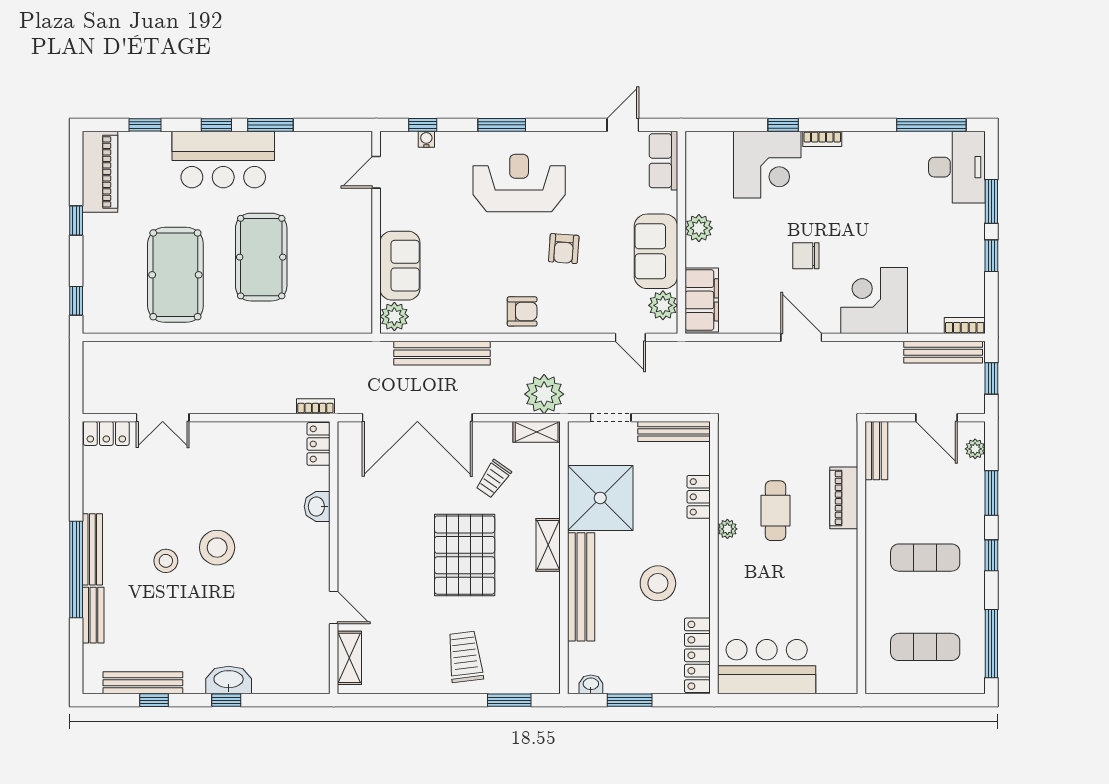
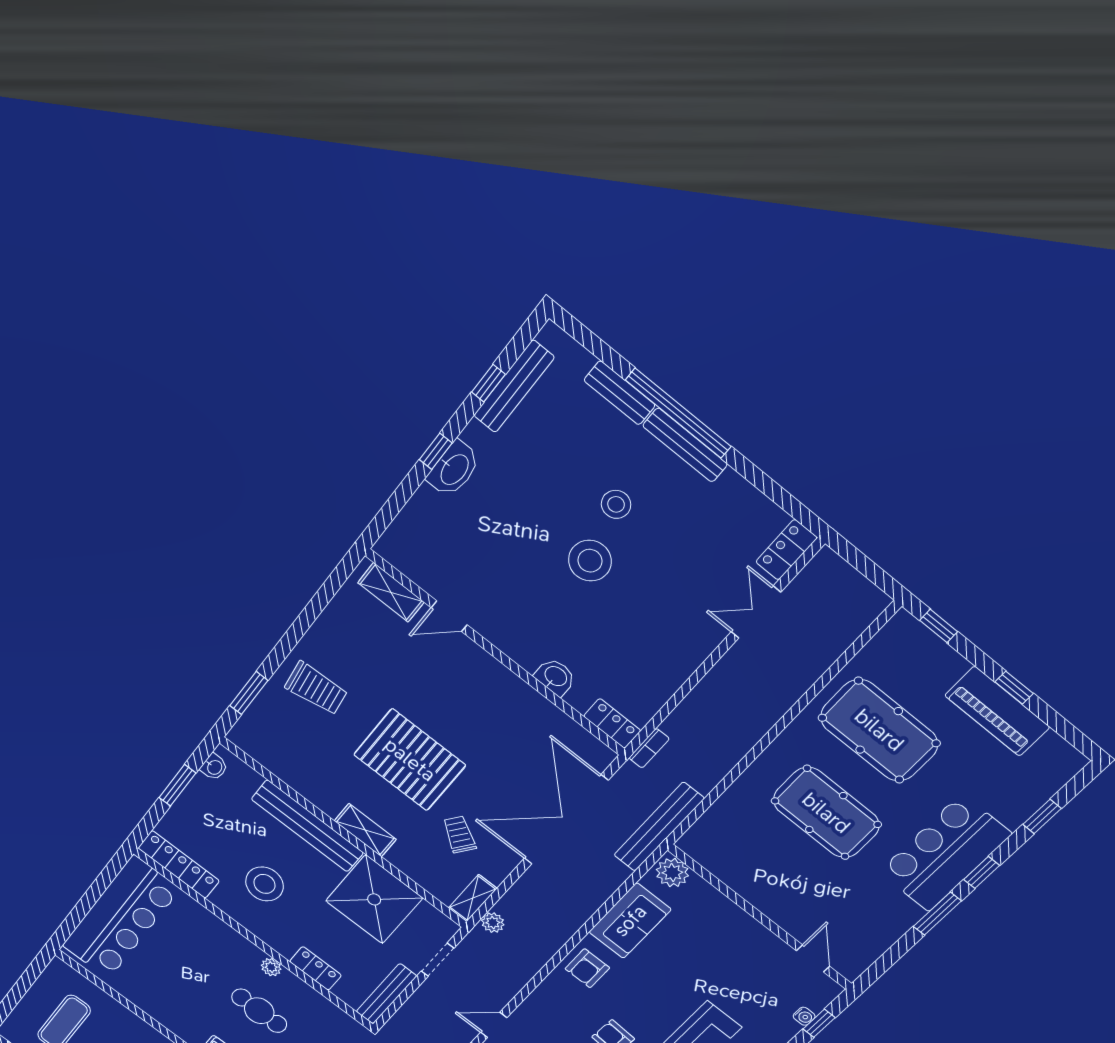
piano: (100, 172) -> (997, 711), moved
sofa: (400, 266) -> (630, 921), moved, turned -90
bench: (442, 353) -> (659, 827), moved
plant: (544, 394) -> (493, 923), width x0.53, depth x0.53
bar counter: (767, 667) -> (121, 918), width x1.36

